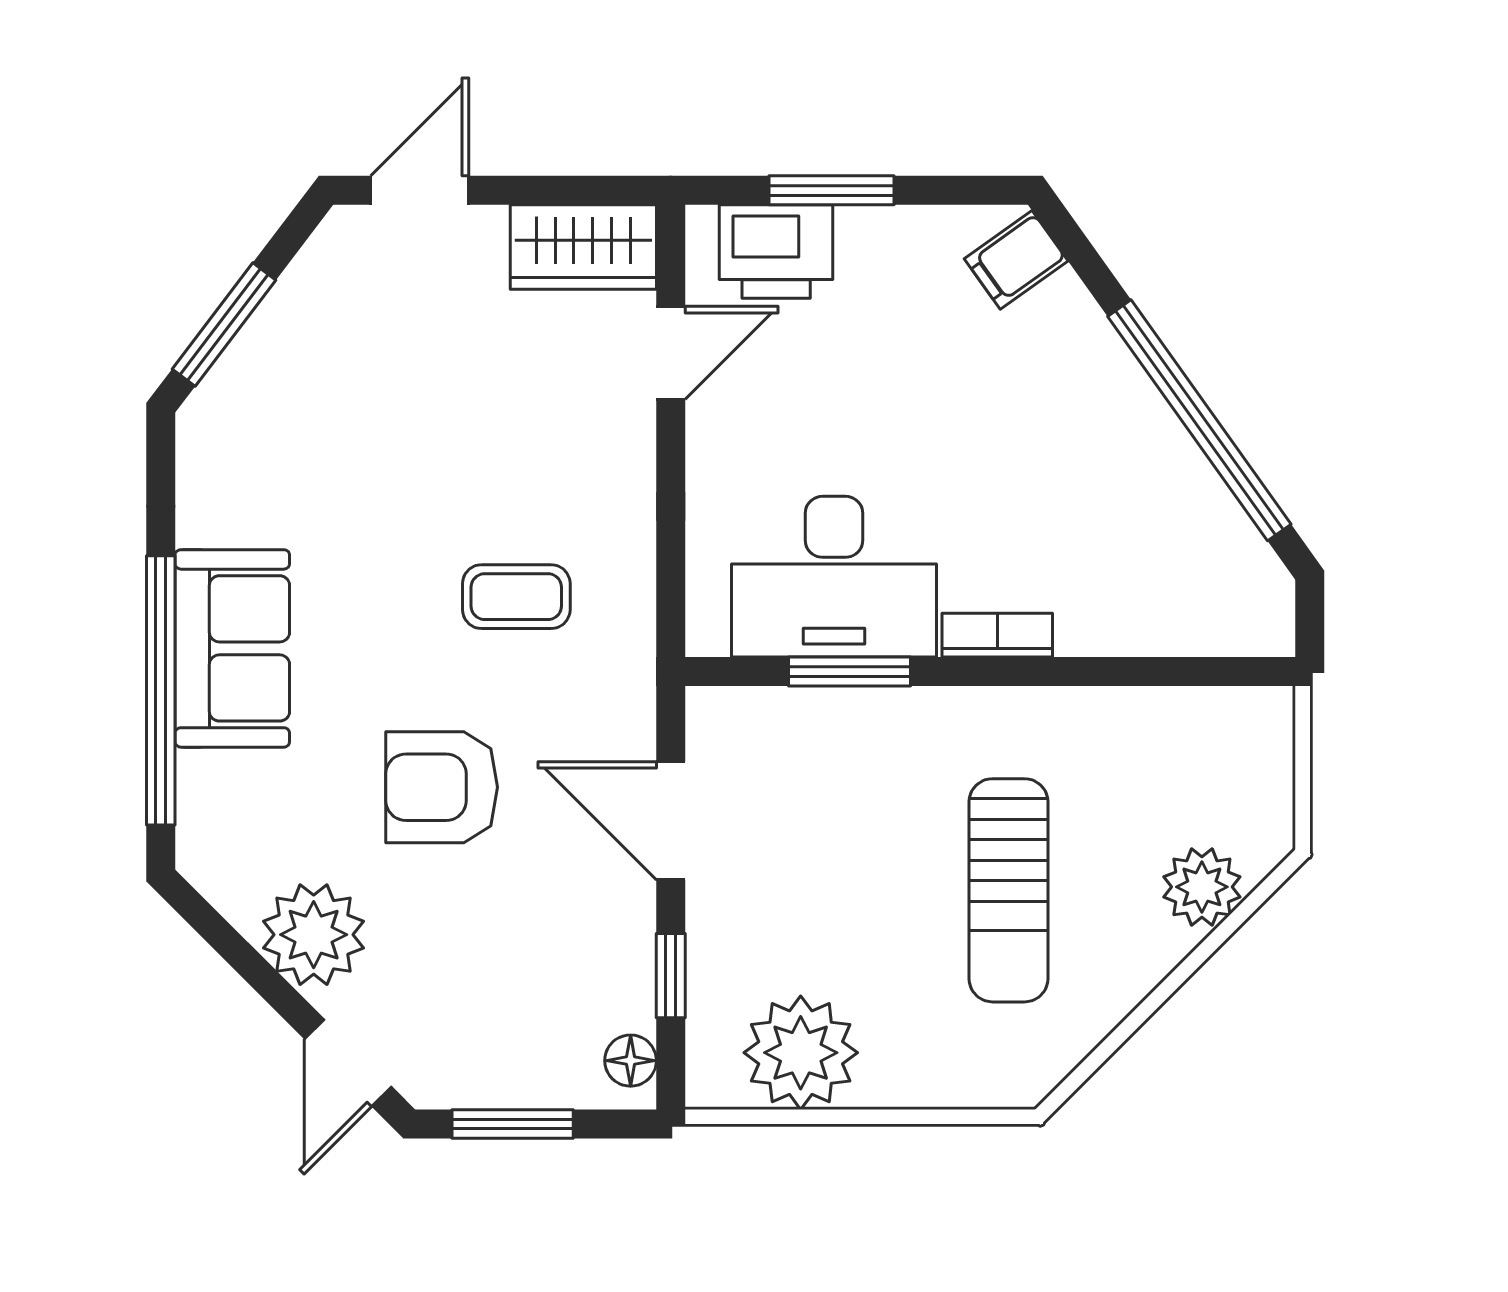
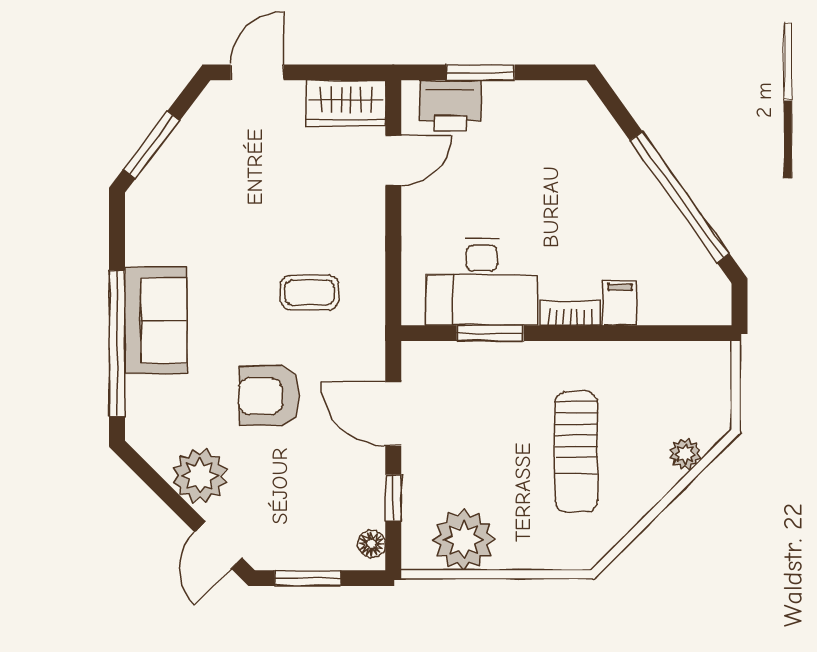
filing cabinet: (1016, 260) -> (620, 303), moved, turned 125
plant: (1202, 887) -> (685, 454), width x0.73, depth x0.73

